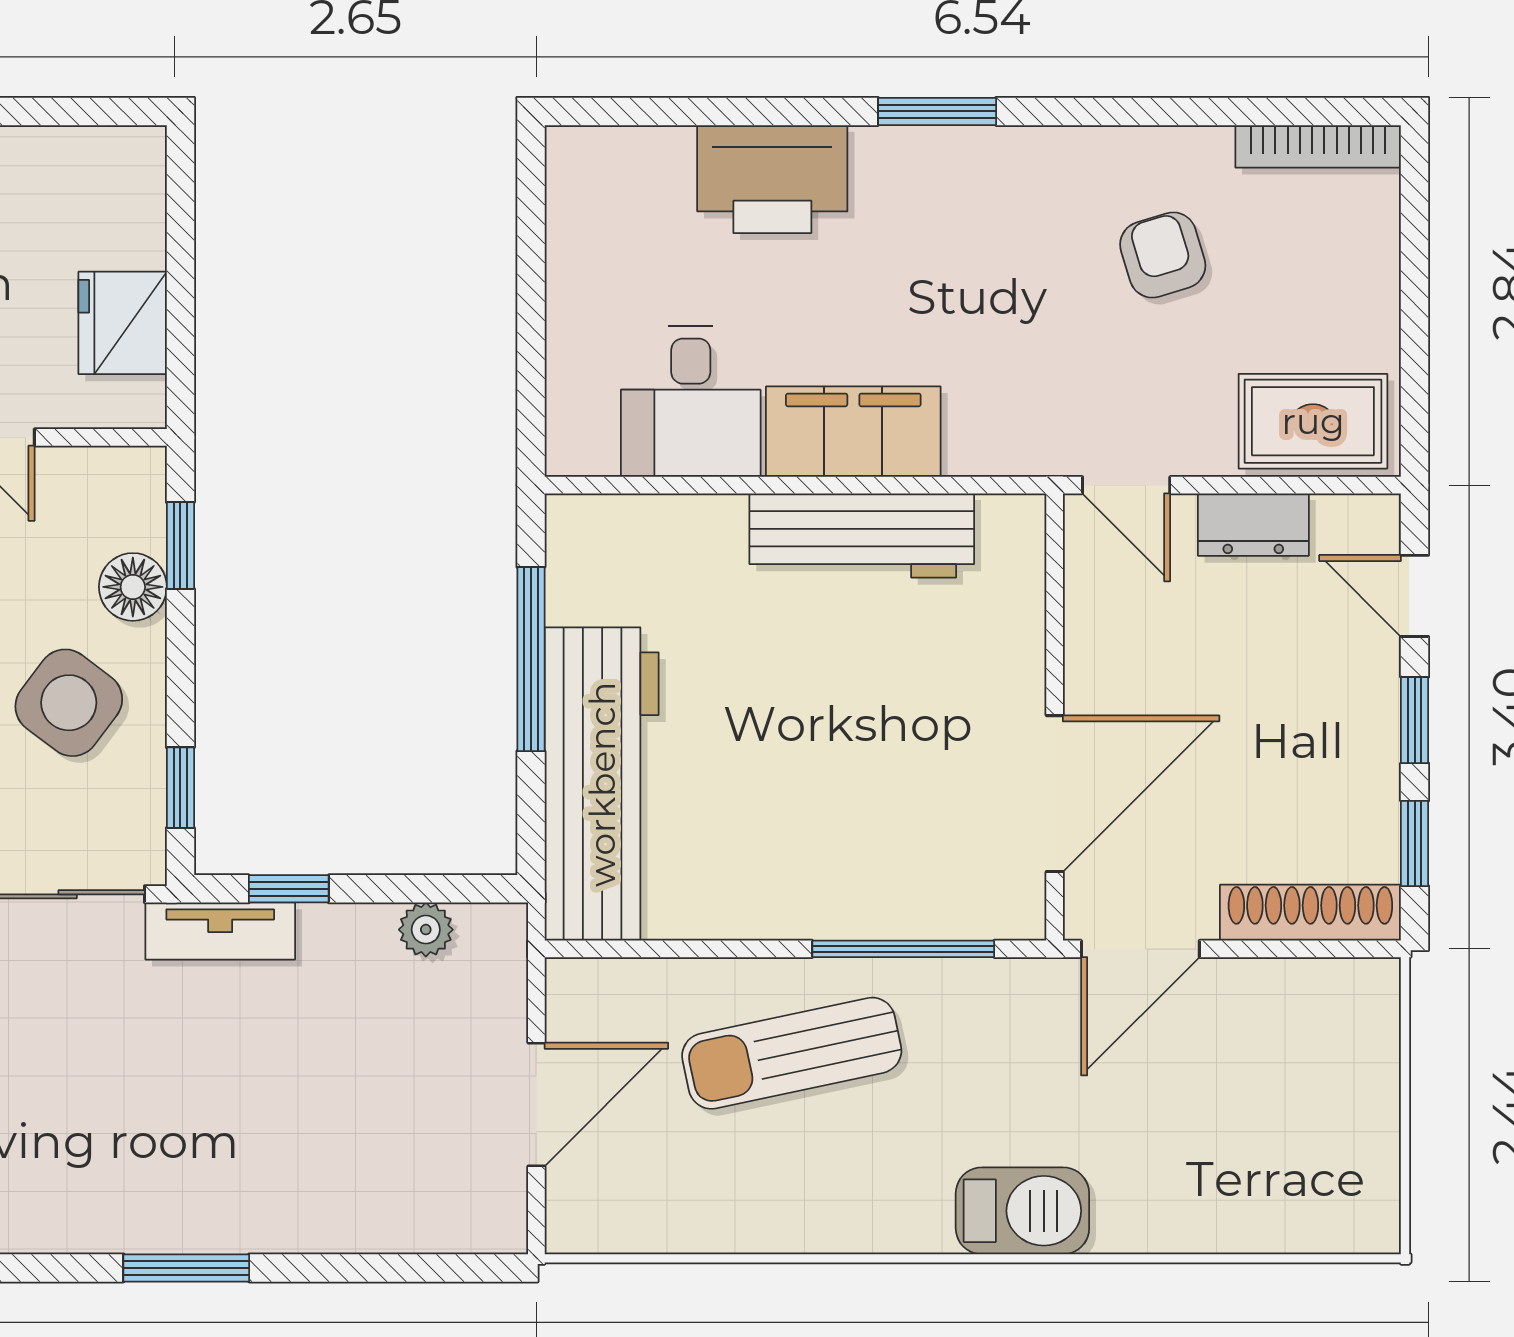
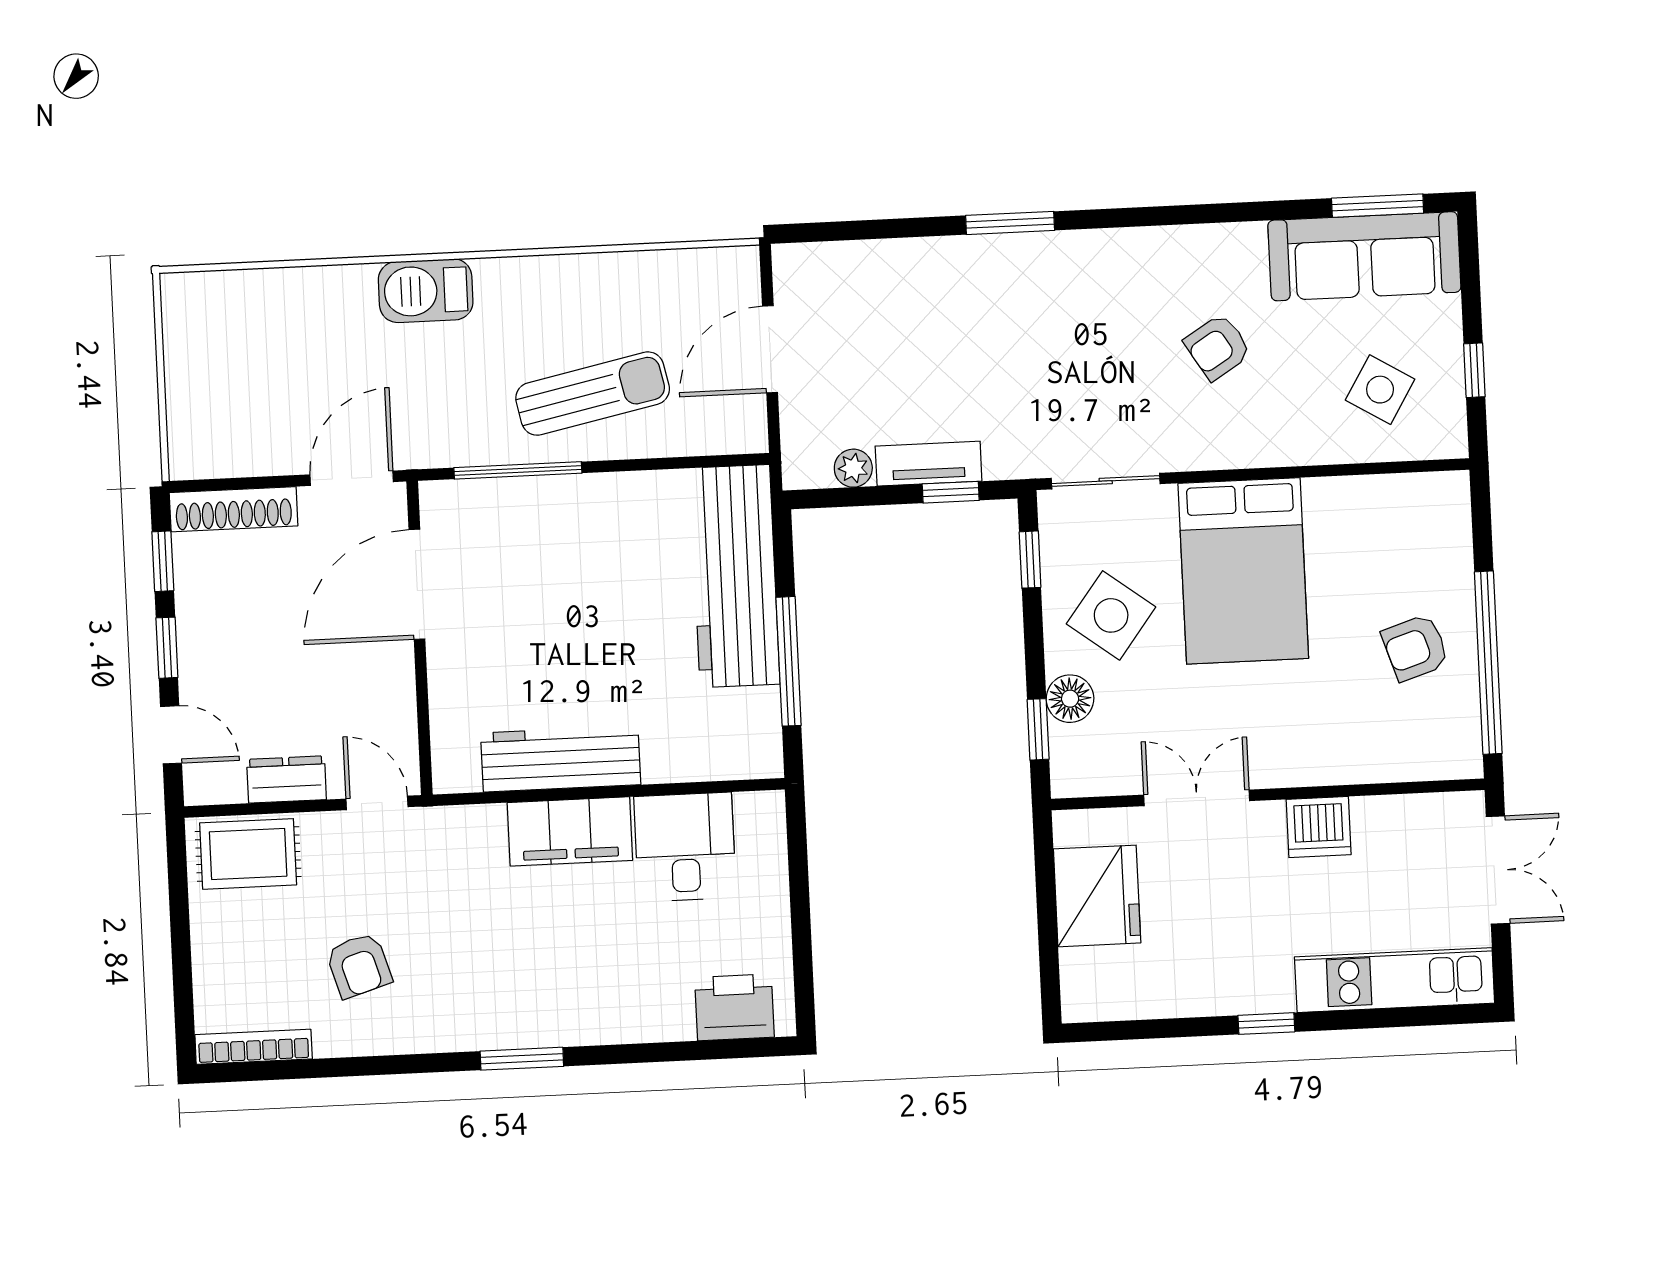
printer: (772, 179) -> (734, 1007), moved, width x0.73, depth x0.84
fridge: (123, 323) -> (1097, 896), width x1.36, depth x1.34
tv unit: (220, 931) -> (929, 464), moved

